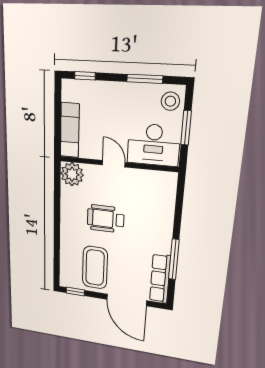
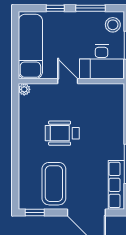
window: (85, 76) -> (55, 8), moved
exam couch: (70, 130) -> (30, 46), width x1.36, depth x1.45
plant: (72, 174) -> (24, 89), width x0.53, depth x0.53

